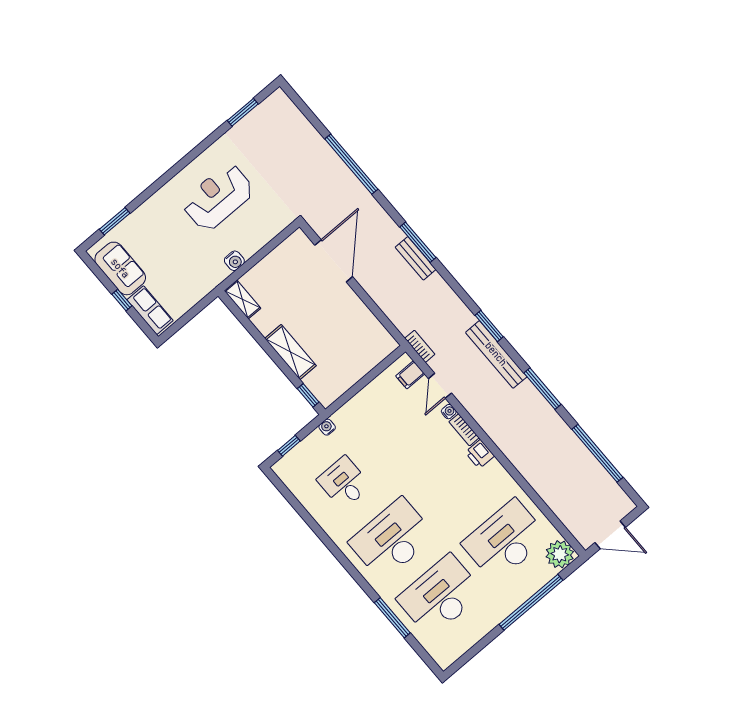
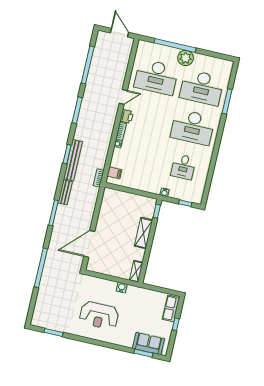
bench: (416, 258) -> (65, 192), moved
sofa: (120, 268) -> (148, 344), moved, turned 90
bench: (496, 354) -> (73, 160), moved
door: (440, 386) -> (123, 97), moved
plant: (560, 554) -> (186, 58), moved

